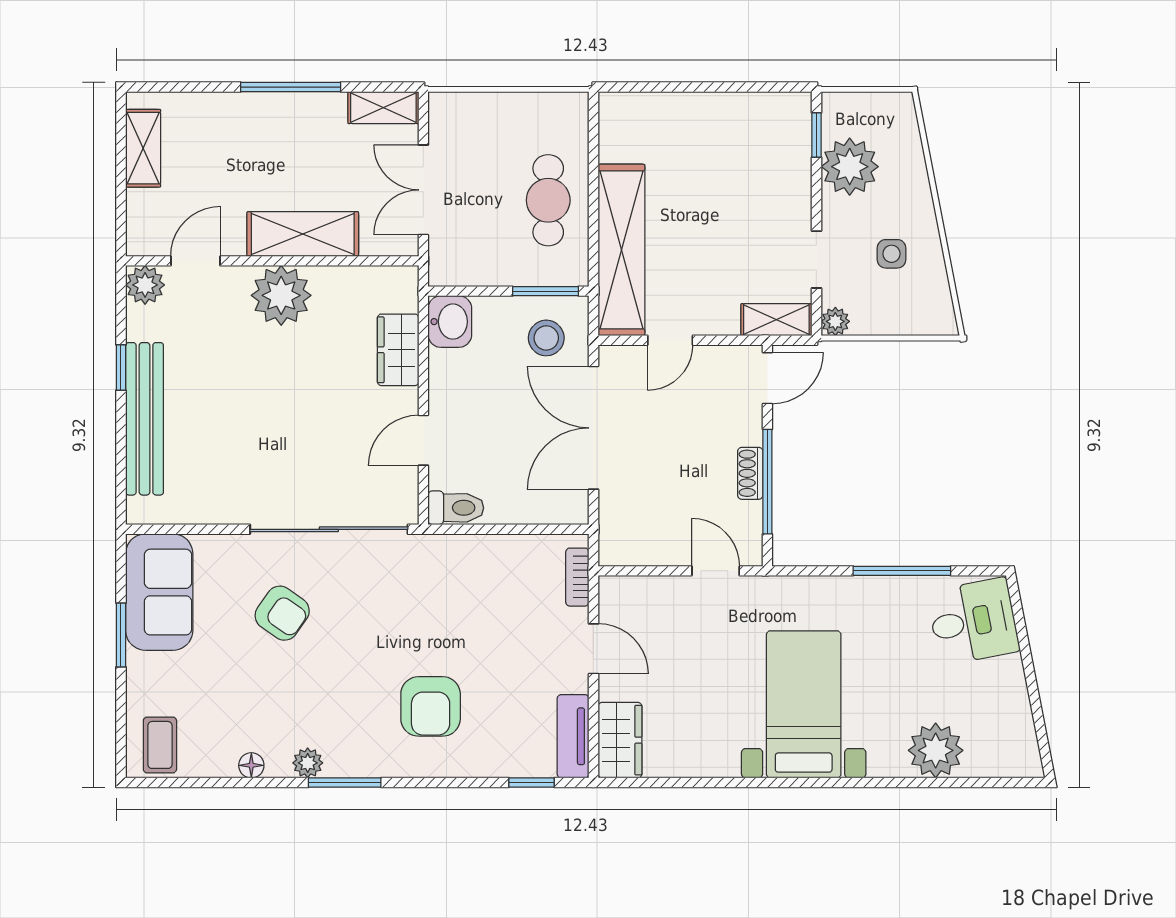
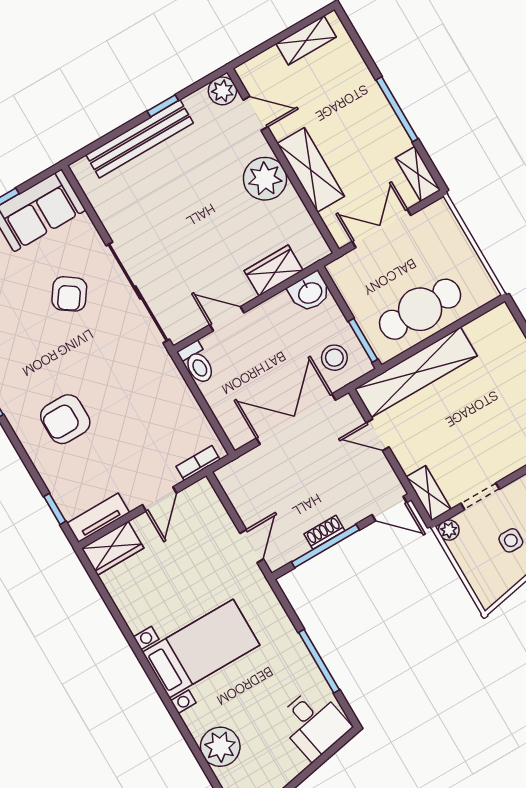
cafe table: (548, 200) -> (420, 309), width x1.37, depth x1.35

